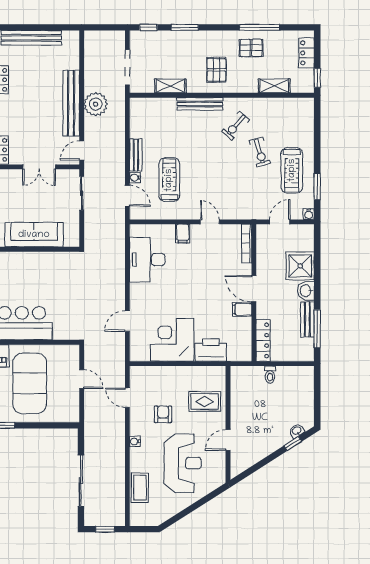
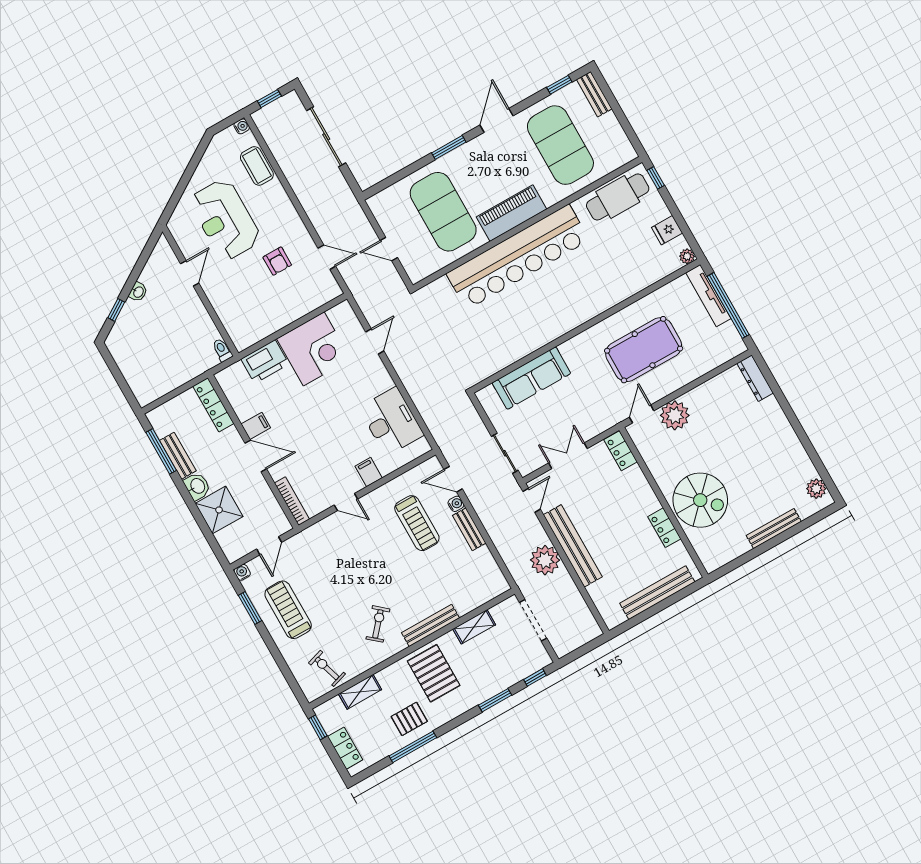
pallet: (216, 70) -> (434, 673), width x1.50, depth x1.42
exercise bike: (260, 152) -> (327, 668), moved
toilet: (270, 375) -> (222, 350), moved
rug: (205, 401) -> (239, 301), removed
washbasin: (297, 431) -> (138, 292), moved
water cooler: (135, 442) -> (242, 126), moved

